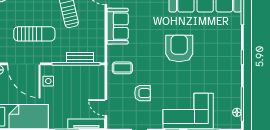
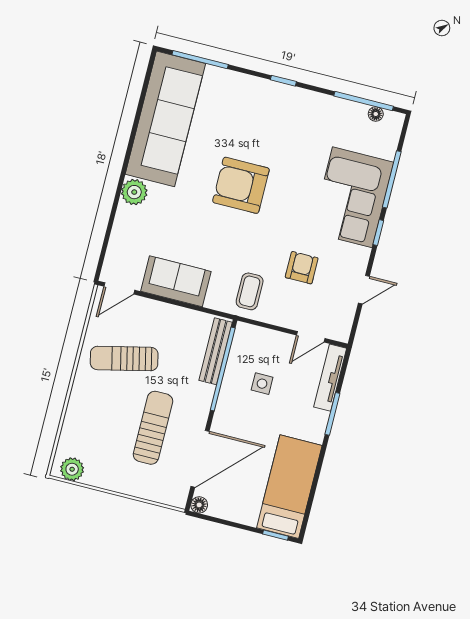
bench: (80, 58) -> (216, 351), width x1.36
side table: (48, 81) -> (262, 384), moved

